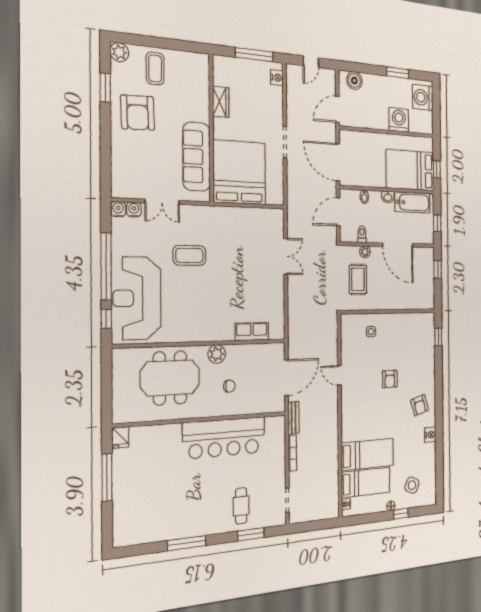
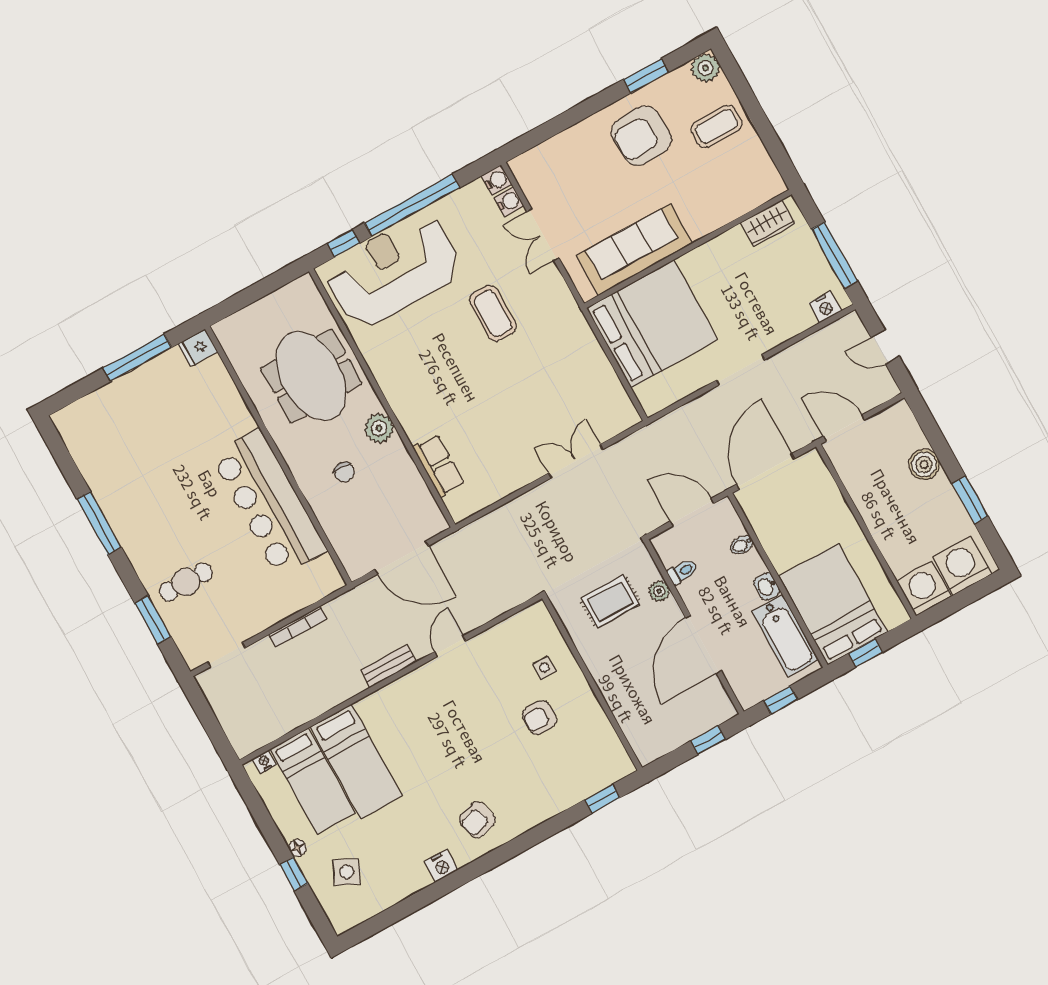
boiler: (354, 81) -> (924, 464), moved
wardrobe: (221, 102) -> (768, 223), moved
washing machine: (399, 120) -> (924, 588), moved, turned -90
double door: (286, 256) -> (576, 461), swing flipped
armchair: (390, 379) -> (539, 718), moved
bench: (293, 418) -> (388, 666), moved

